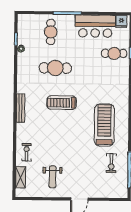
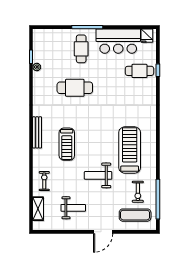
cafe table: (51, 32) -> (81, 49), moved
treadmill: (62, 103) -> (67, 144), moved, turned -90
weight bench: (75, 148) -> (98, 175), added
weight bench: (53, 177) -> (73, 208), turned -90
exercise mat: (109, 184) -> (135, 215), added

